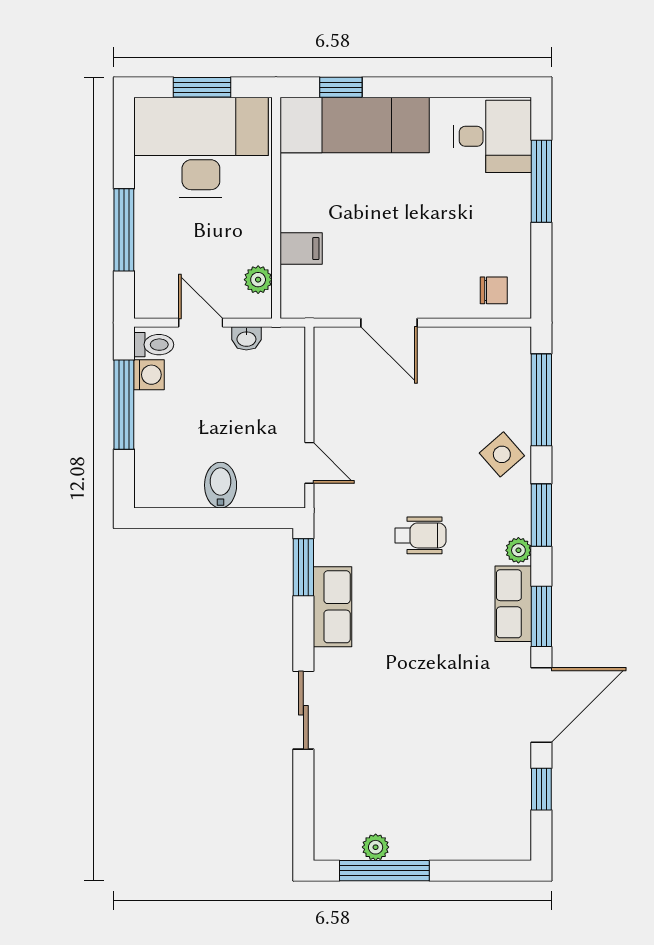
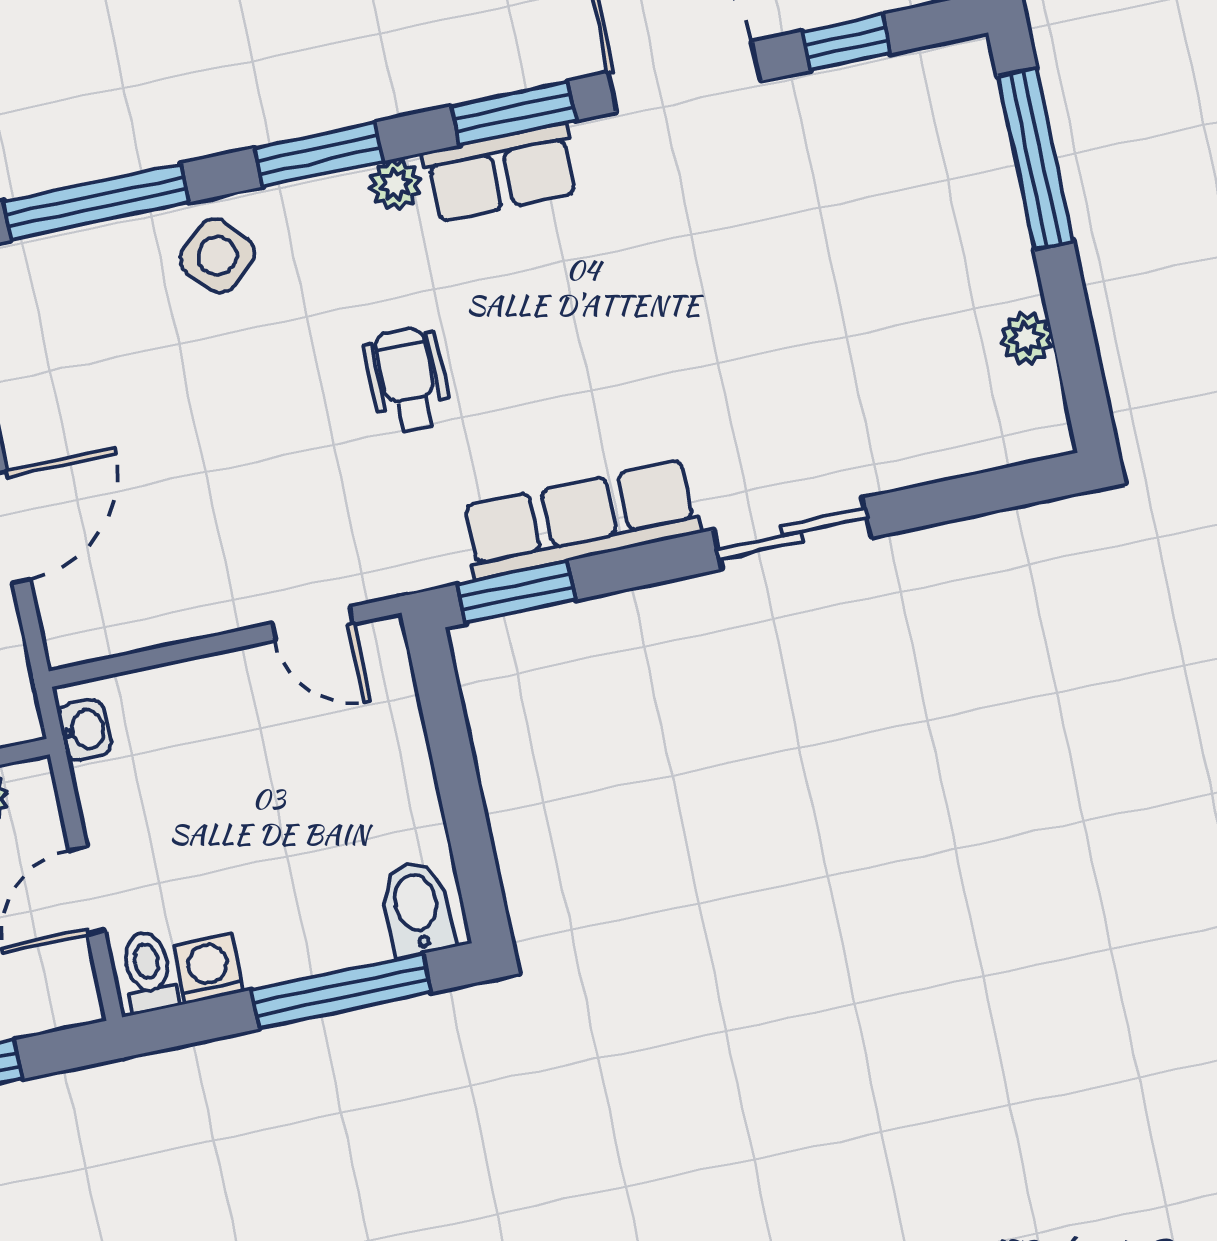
washbasin: (246, 338) -> (85, 730), moved
window: (124, 405) -> (341, 991), moved
door: (309, 463) -> (313, 623), swing flipped
bidet: (221, 485) -> (417, 908), moved, turned 90
row of seats: (332, 607) -> (581, 520), width x1.48
window: (384, 871) -> (1035, 159), moved

